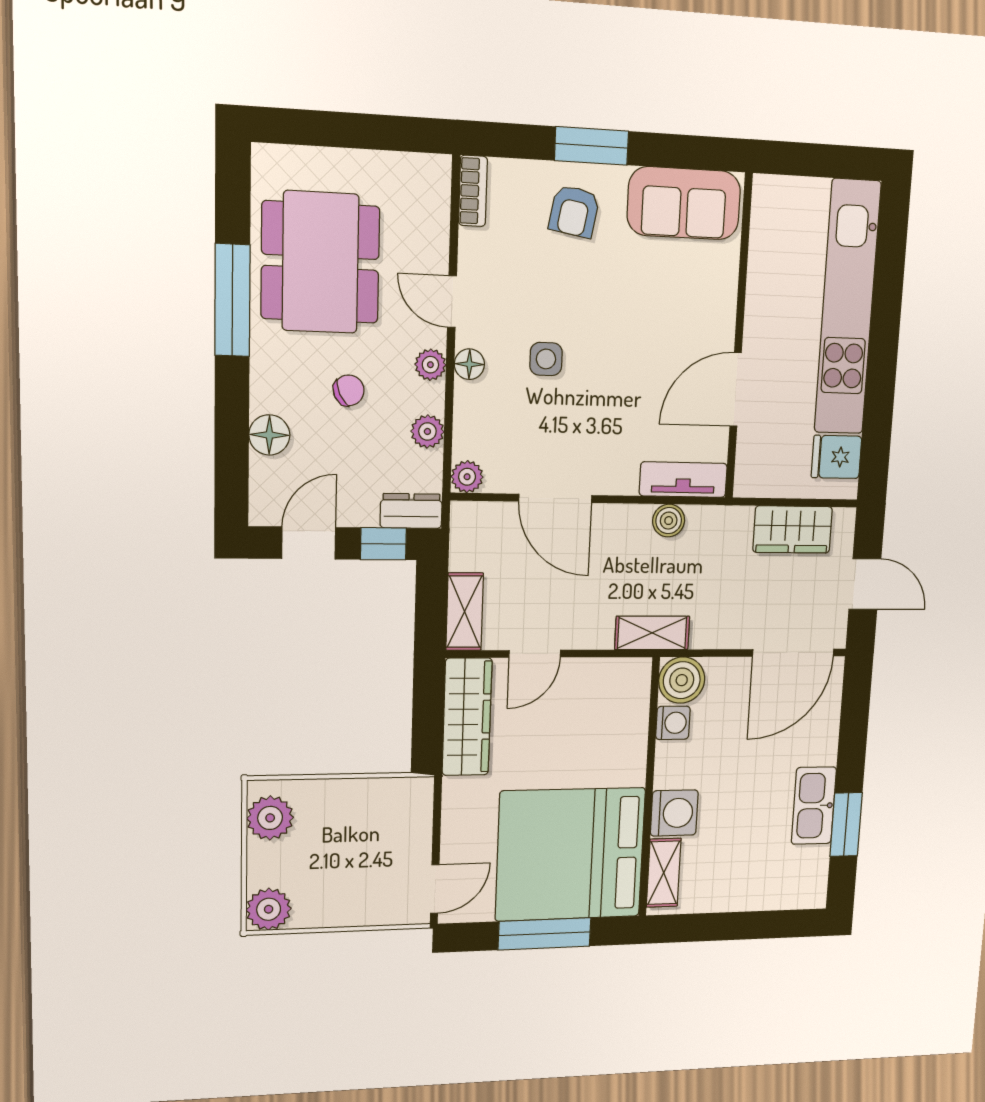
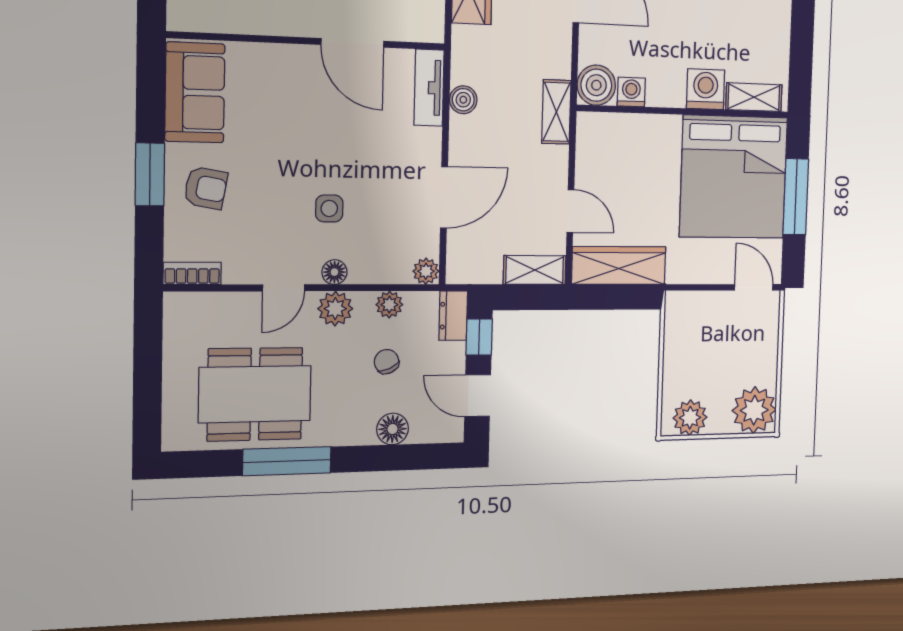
plant: (430, 365) -> (335, 309), width x1.38, depth x1.38
chair: (349, 390) -> (387, 362), moved
plant: (269, 909) -> (754, 410), width x1.36, depth x1.36

